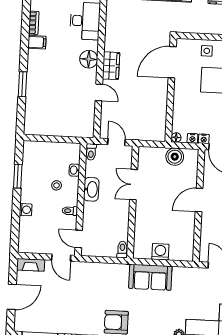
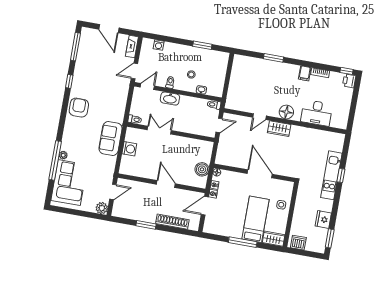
door: (172, 62) -> (260, 174), moved
double door: (134, 185) -> (159, 130), moved
washbasin: (91, 189) -> (170, 99), moved
washing machine: (26, 210) -> (159, 45), moved

